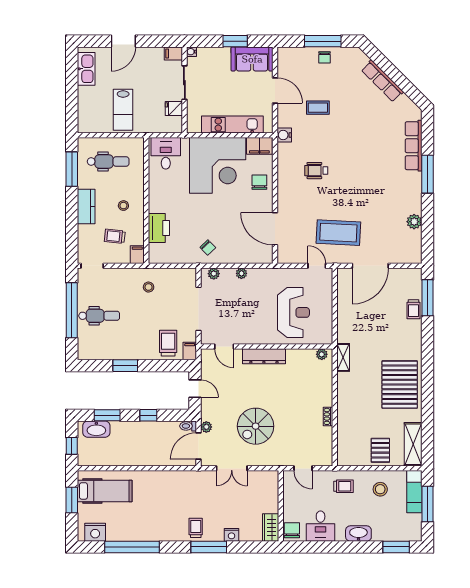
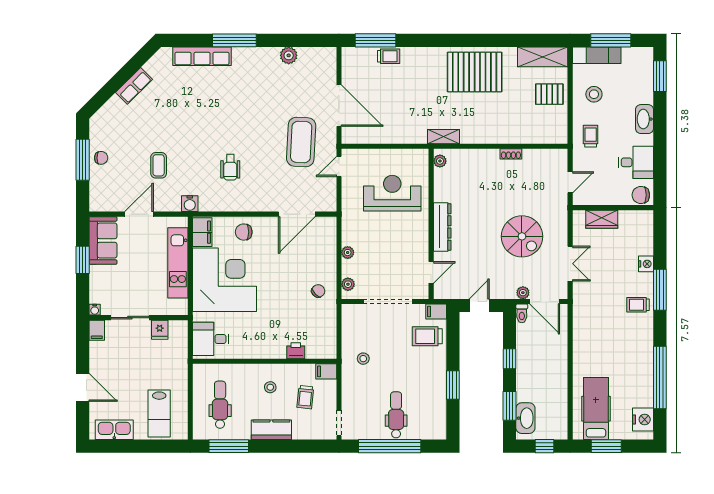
row of seats: (382, 81) -> (134, 86), width x0.68
lab bench: (123, 110) -> (159, 413), moved, turned 90
printer: (159, 228) -> (296, 351), width x0.53, depth x0.68
wardrobe: (271, 527) -> (602, 219), moved

